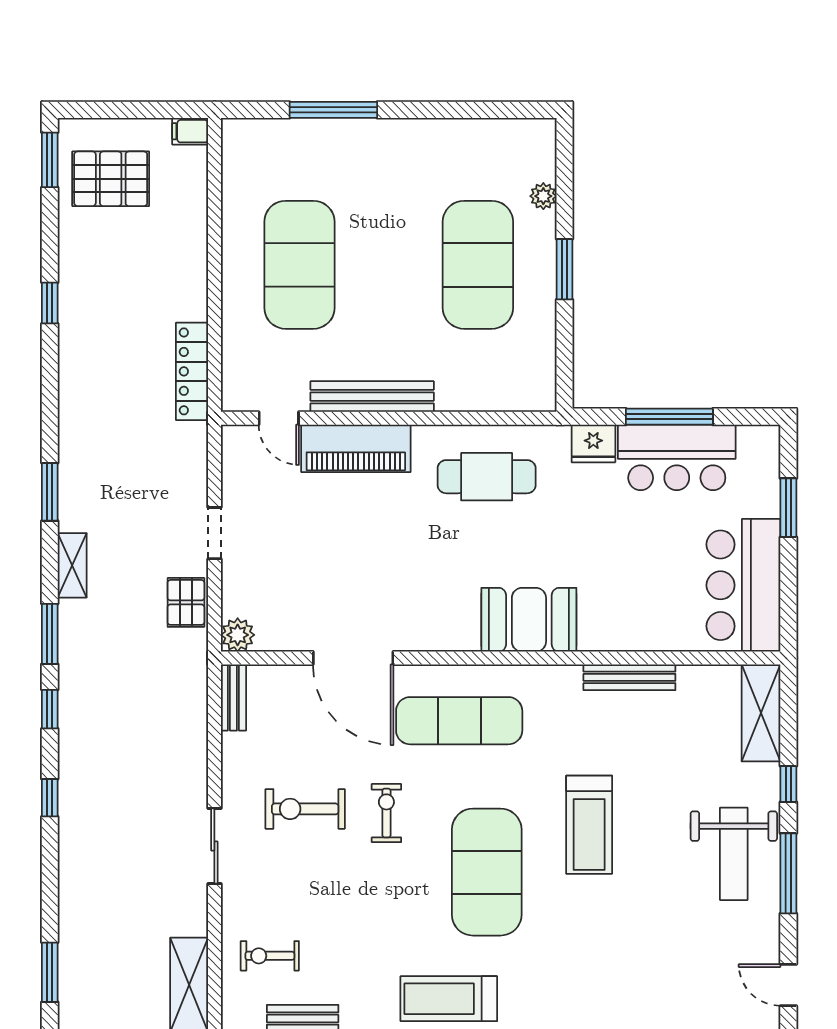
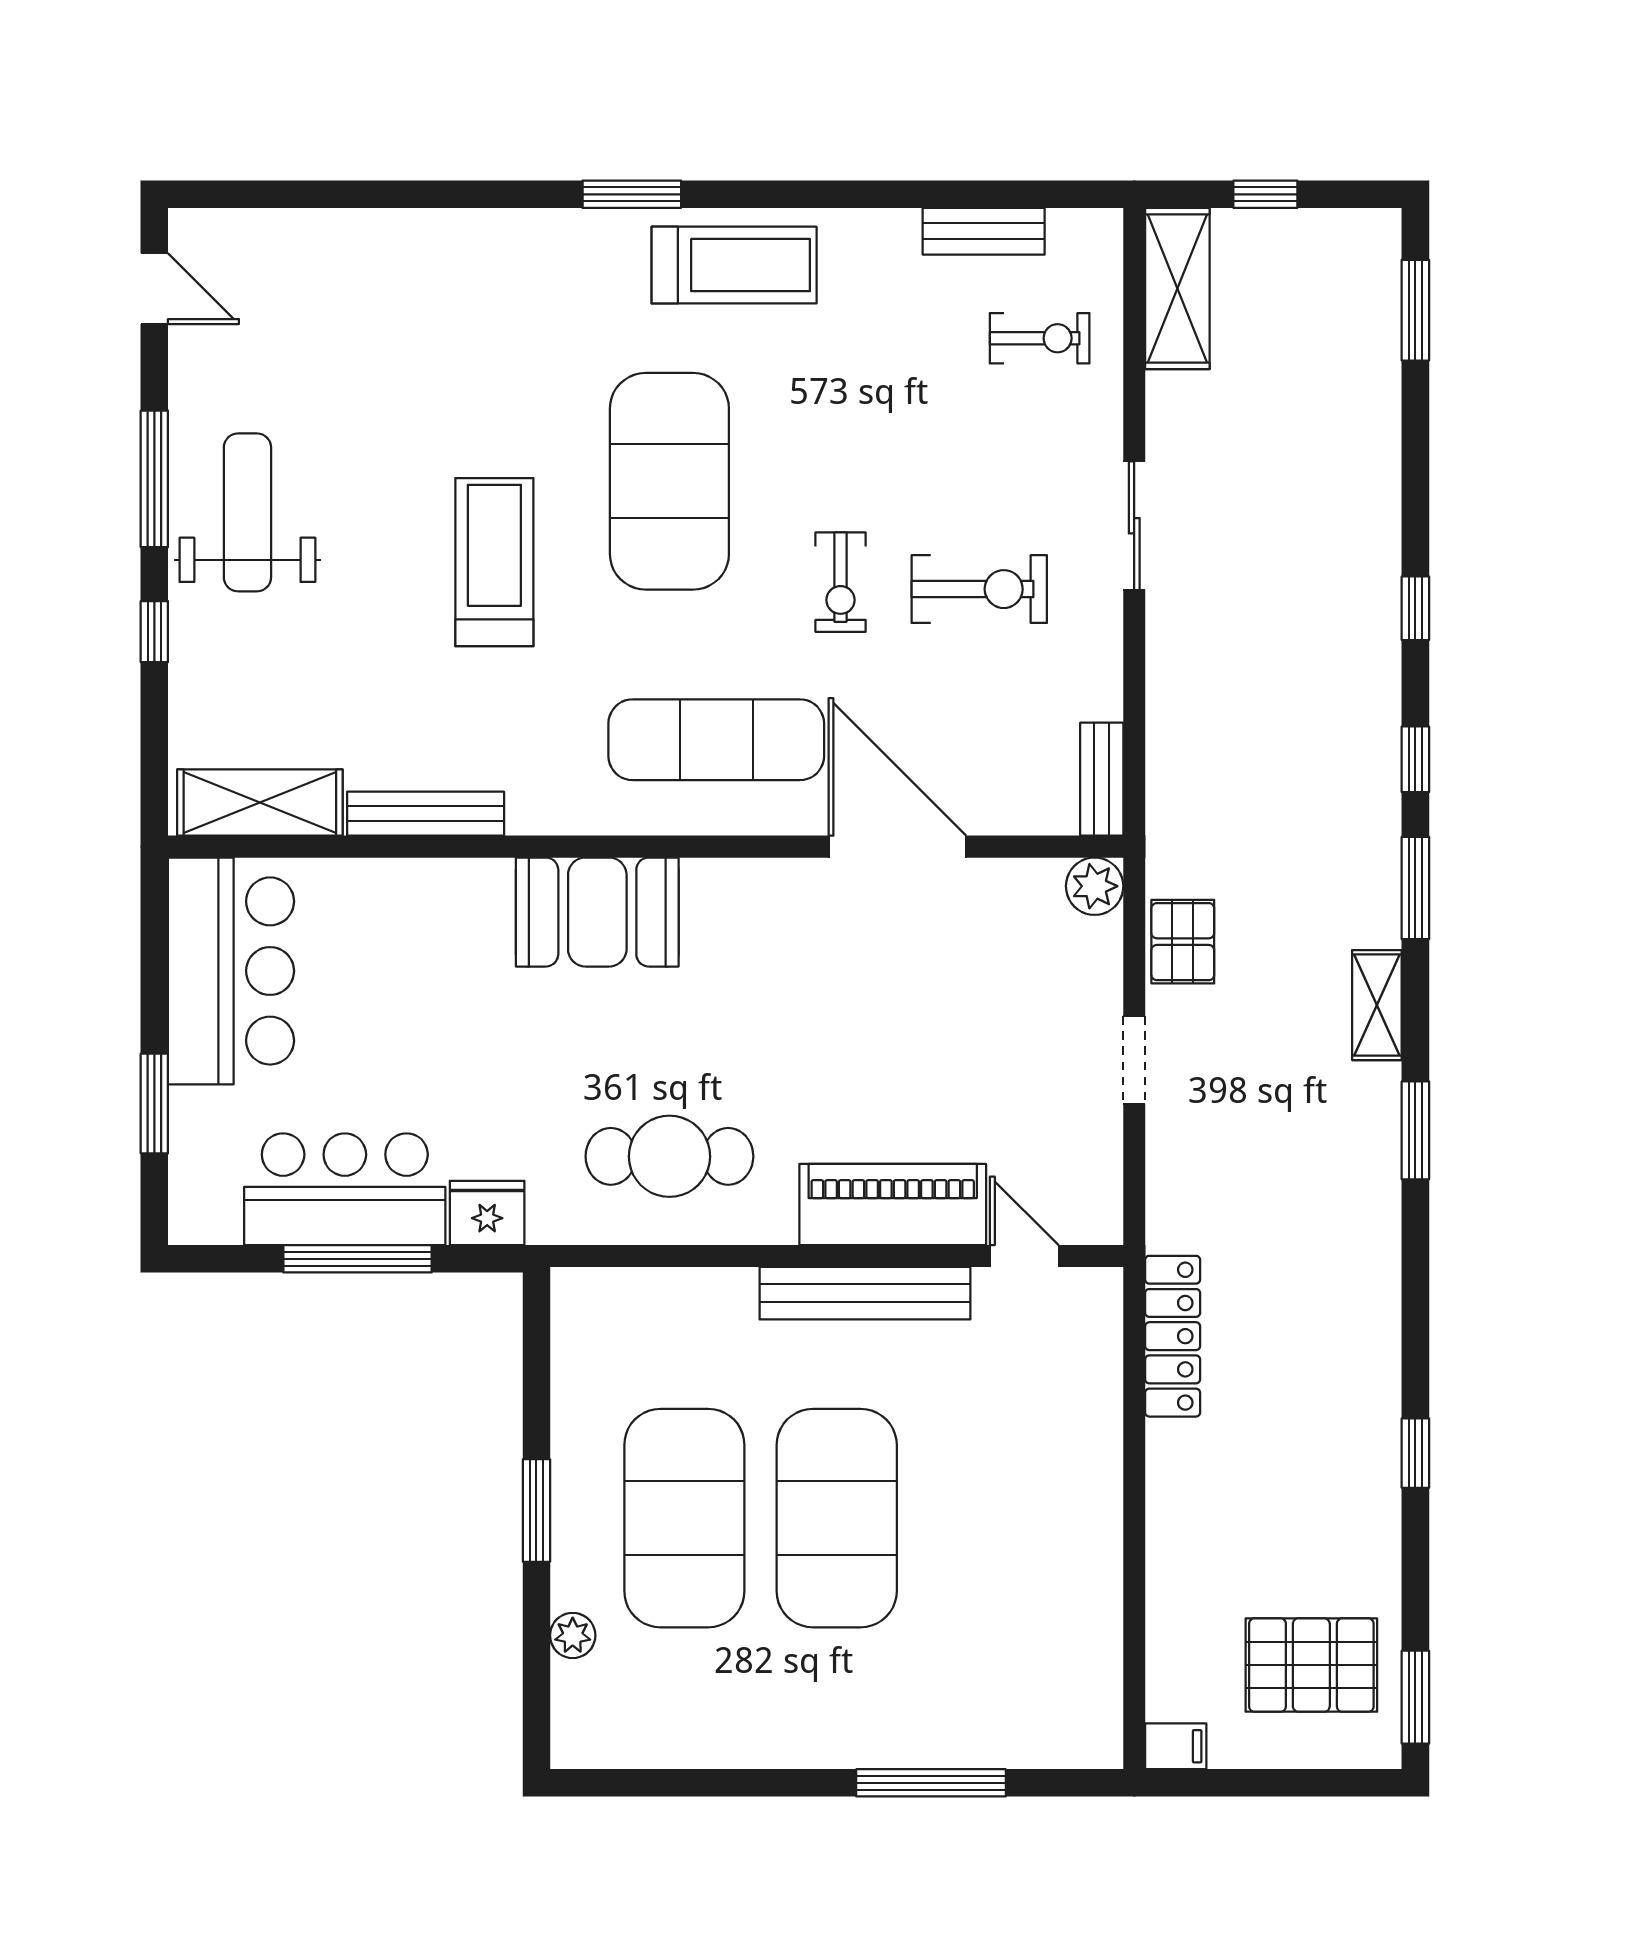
exercise mat: (299, 265) -> (837, 1518), moved
shelving: (761, 713) -> (260, 803), moved, turned 90

